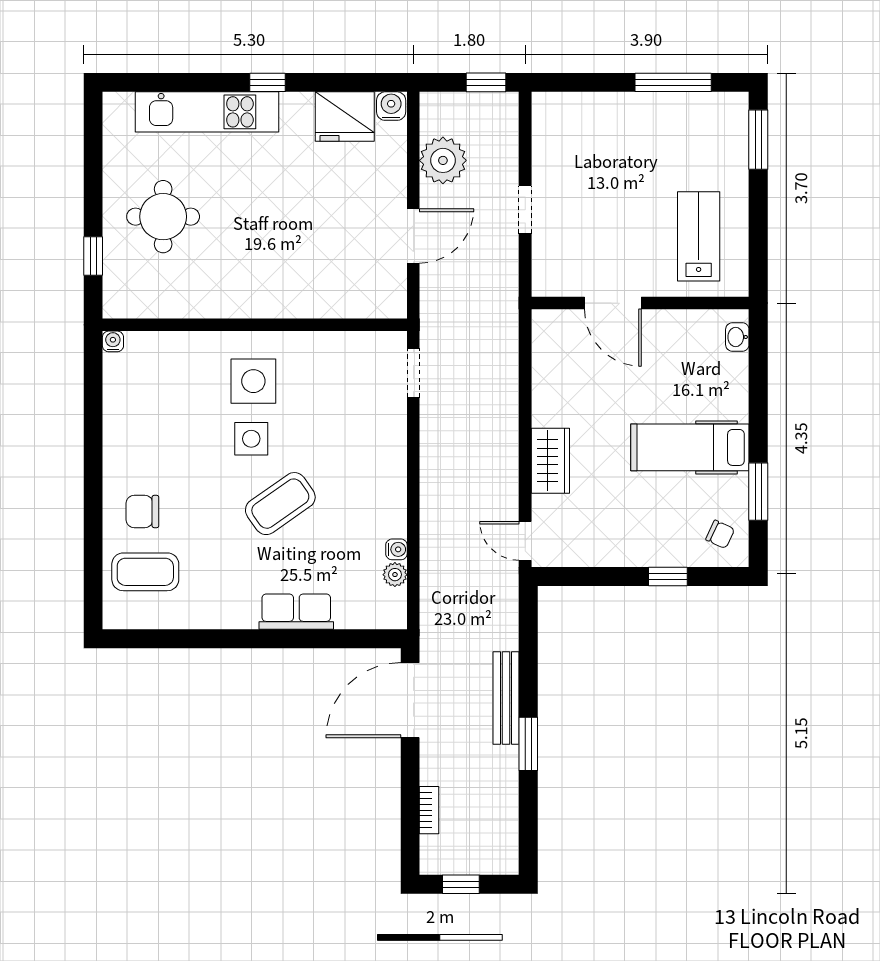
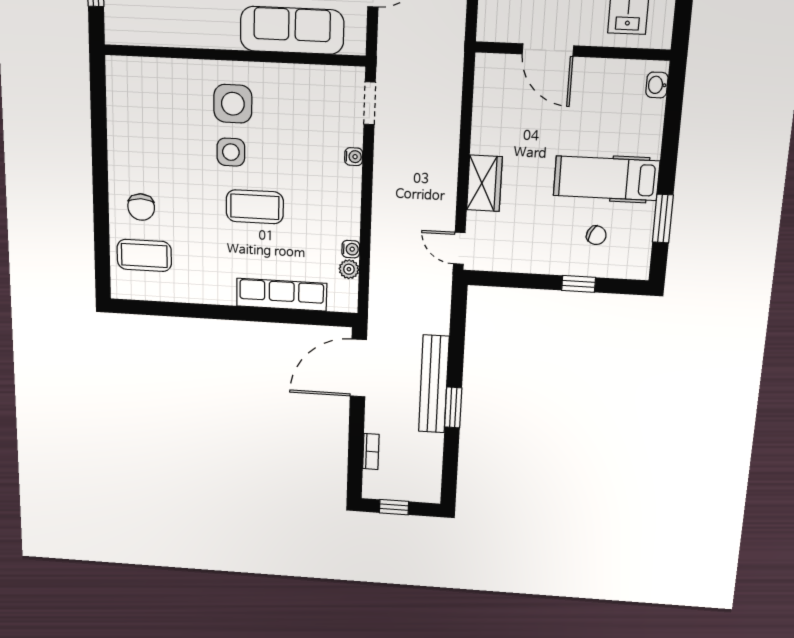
sofa: (322, 293) -> (292, 30), added
water cooler: (113, 341) -> (354, 157), moved, turned 90
coffee table: (280, 504) -> (255, 207), turned 35
chair: (142, 512) -> (141, 207), turned -90
chair: (720, 534) -> (596, 235), moved
row of seats: (296, 612) -> (282, 295), width x1.48
bench: (506, 698) -> (434, 384), width x1.37, depth x1.21

